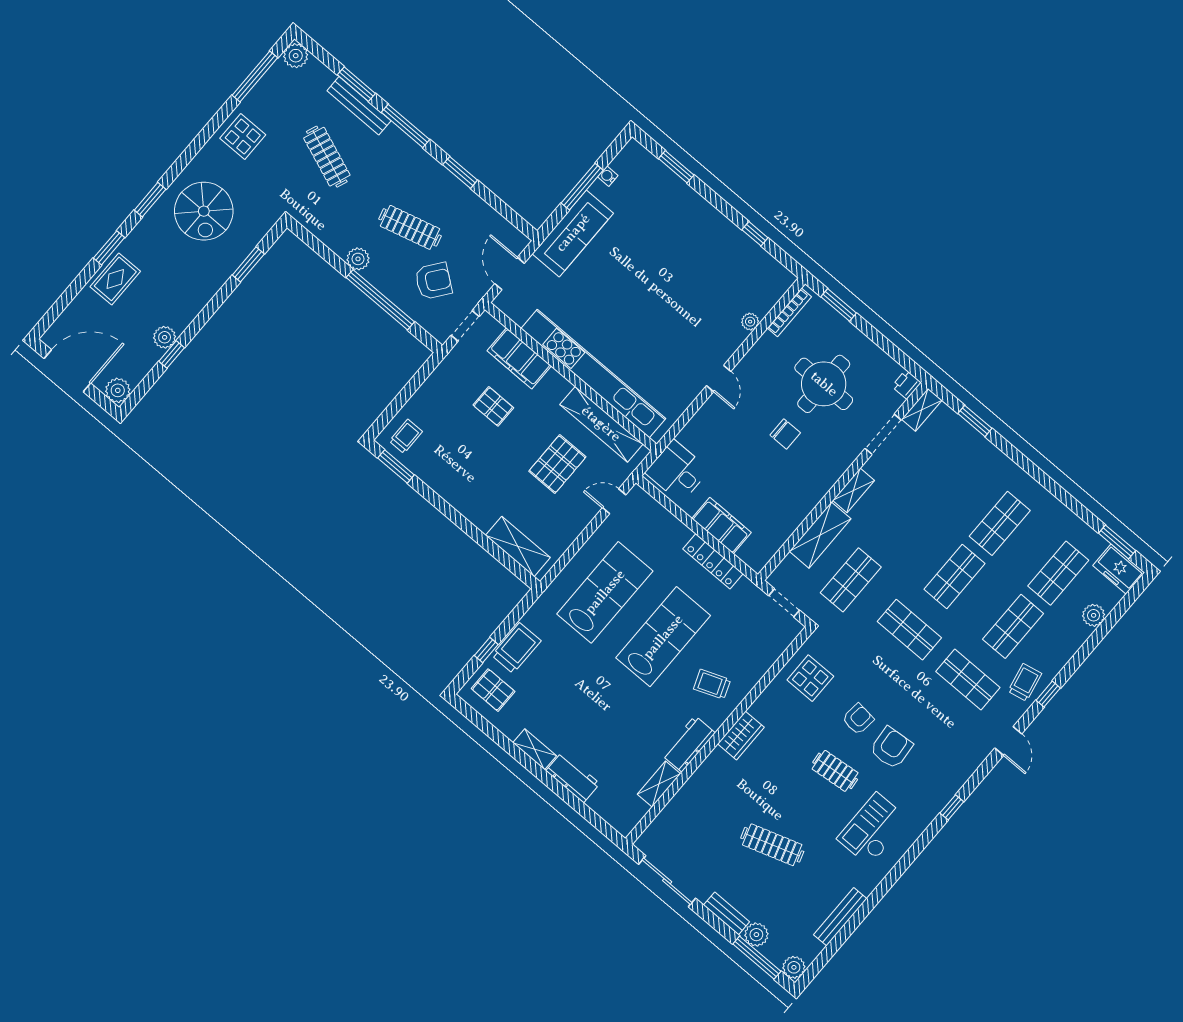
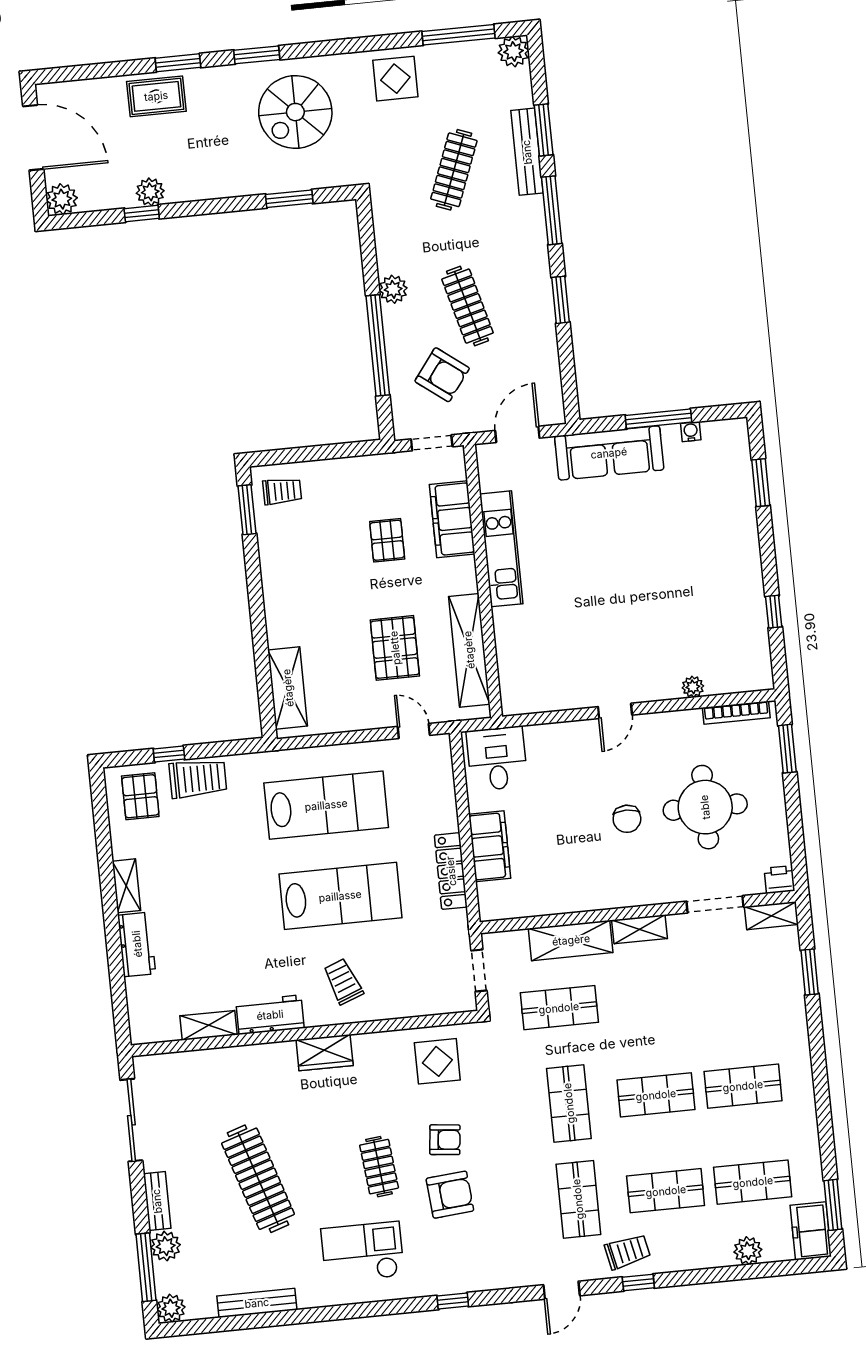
kitchen unit: (593, 374) -> (501, 549), width x0.54
pallet: (557, 464) -> (395, 648), turned 90
clothes rail: (772, 845) -> (258, 1179), width x1.37, depth x1.31

